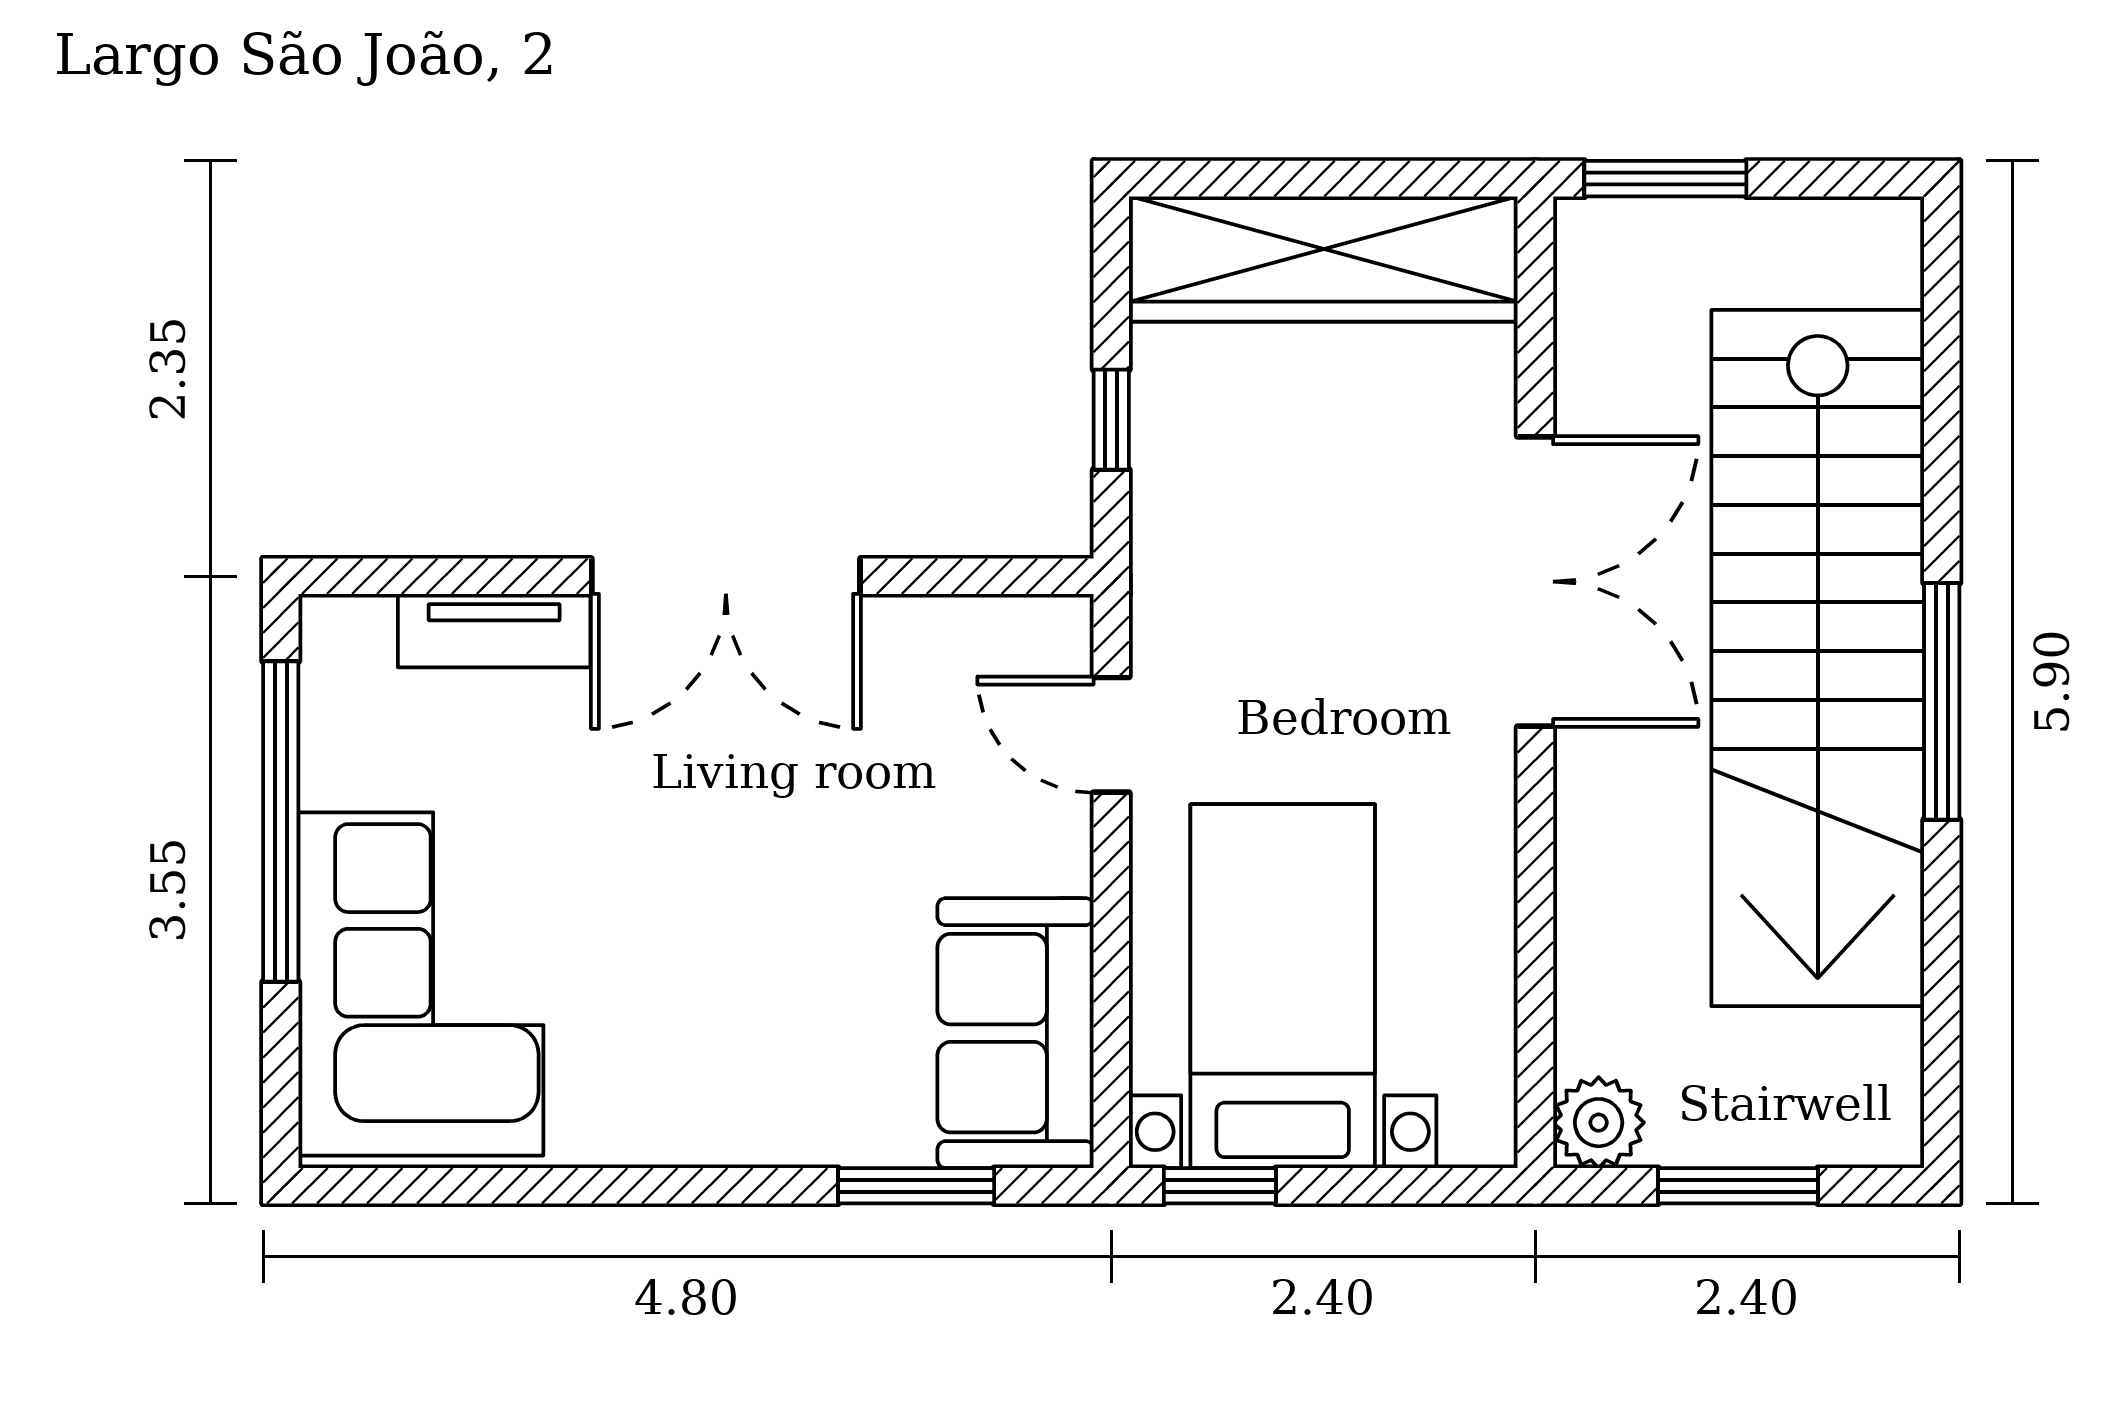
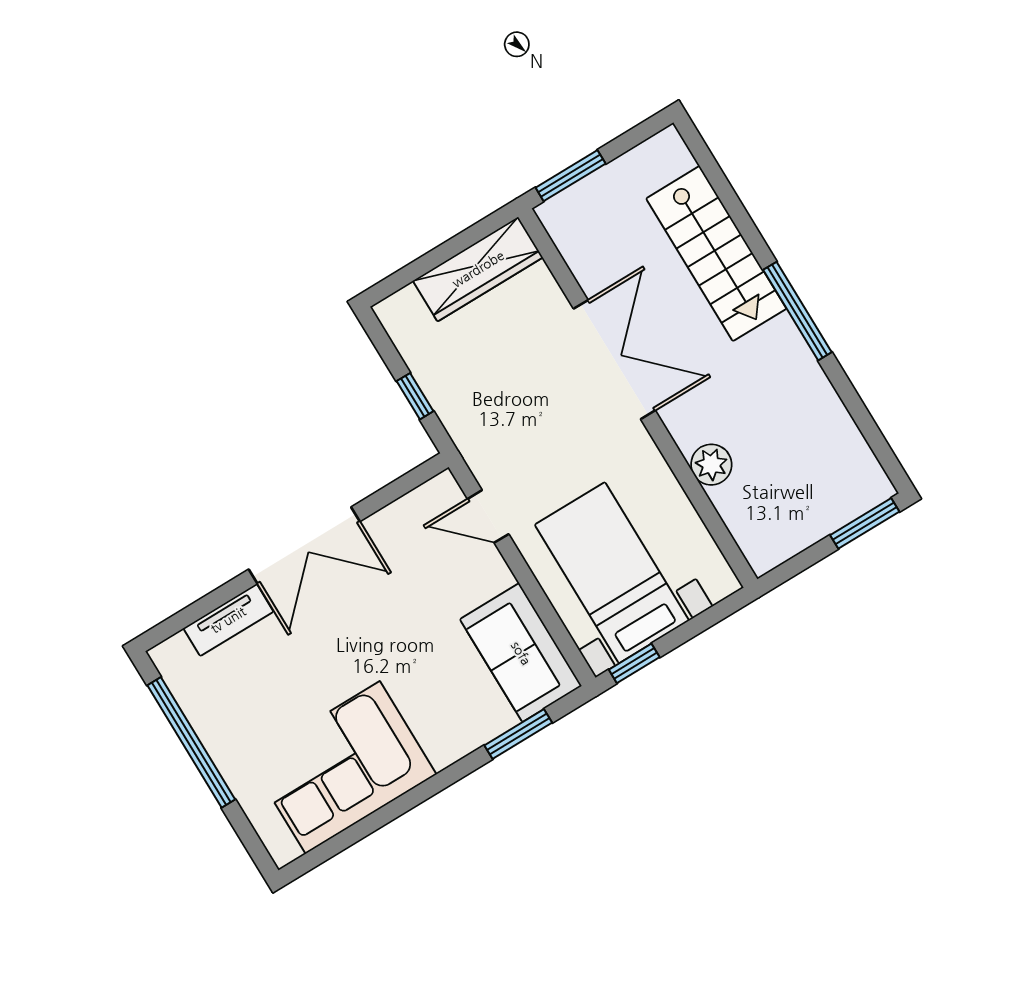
wardrobe: (1324, 259) -> (478, 269), width x0.71, depth x0.85
stairs: (1818, 658) -> (716, 254), width x0.54, depth x0.66
corner sofa: (421, 984) -> (343, 767), moved, turned -90
plant: (1599, 1123) -> (711, 465), moved
window: (1738, 1186) -> (865, 523), moved

